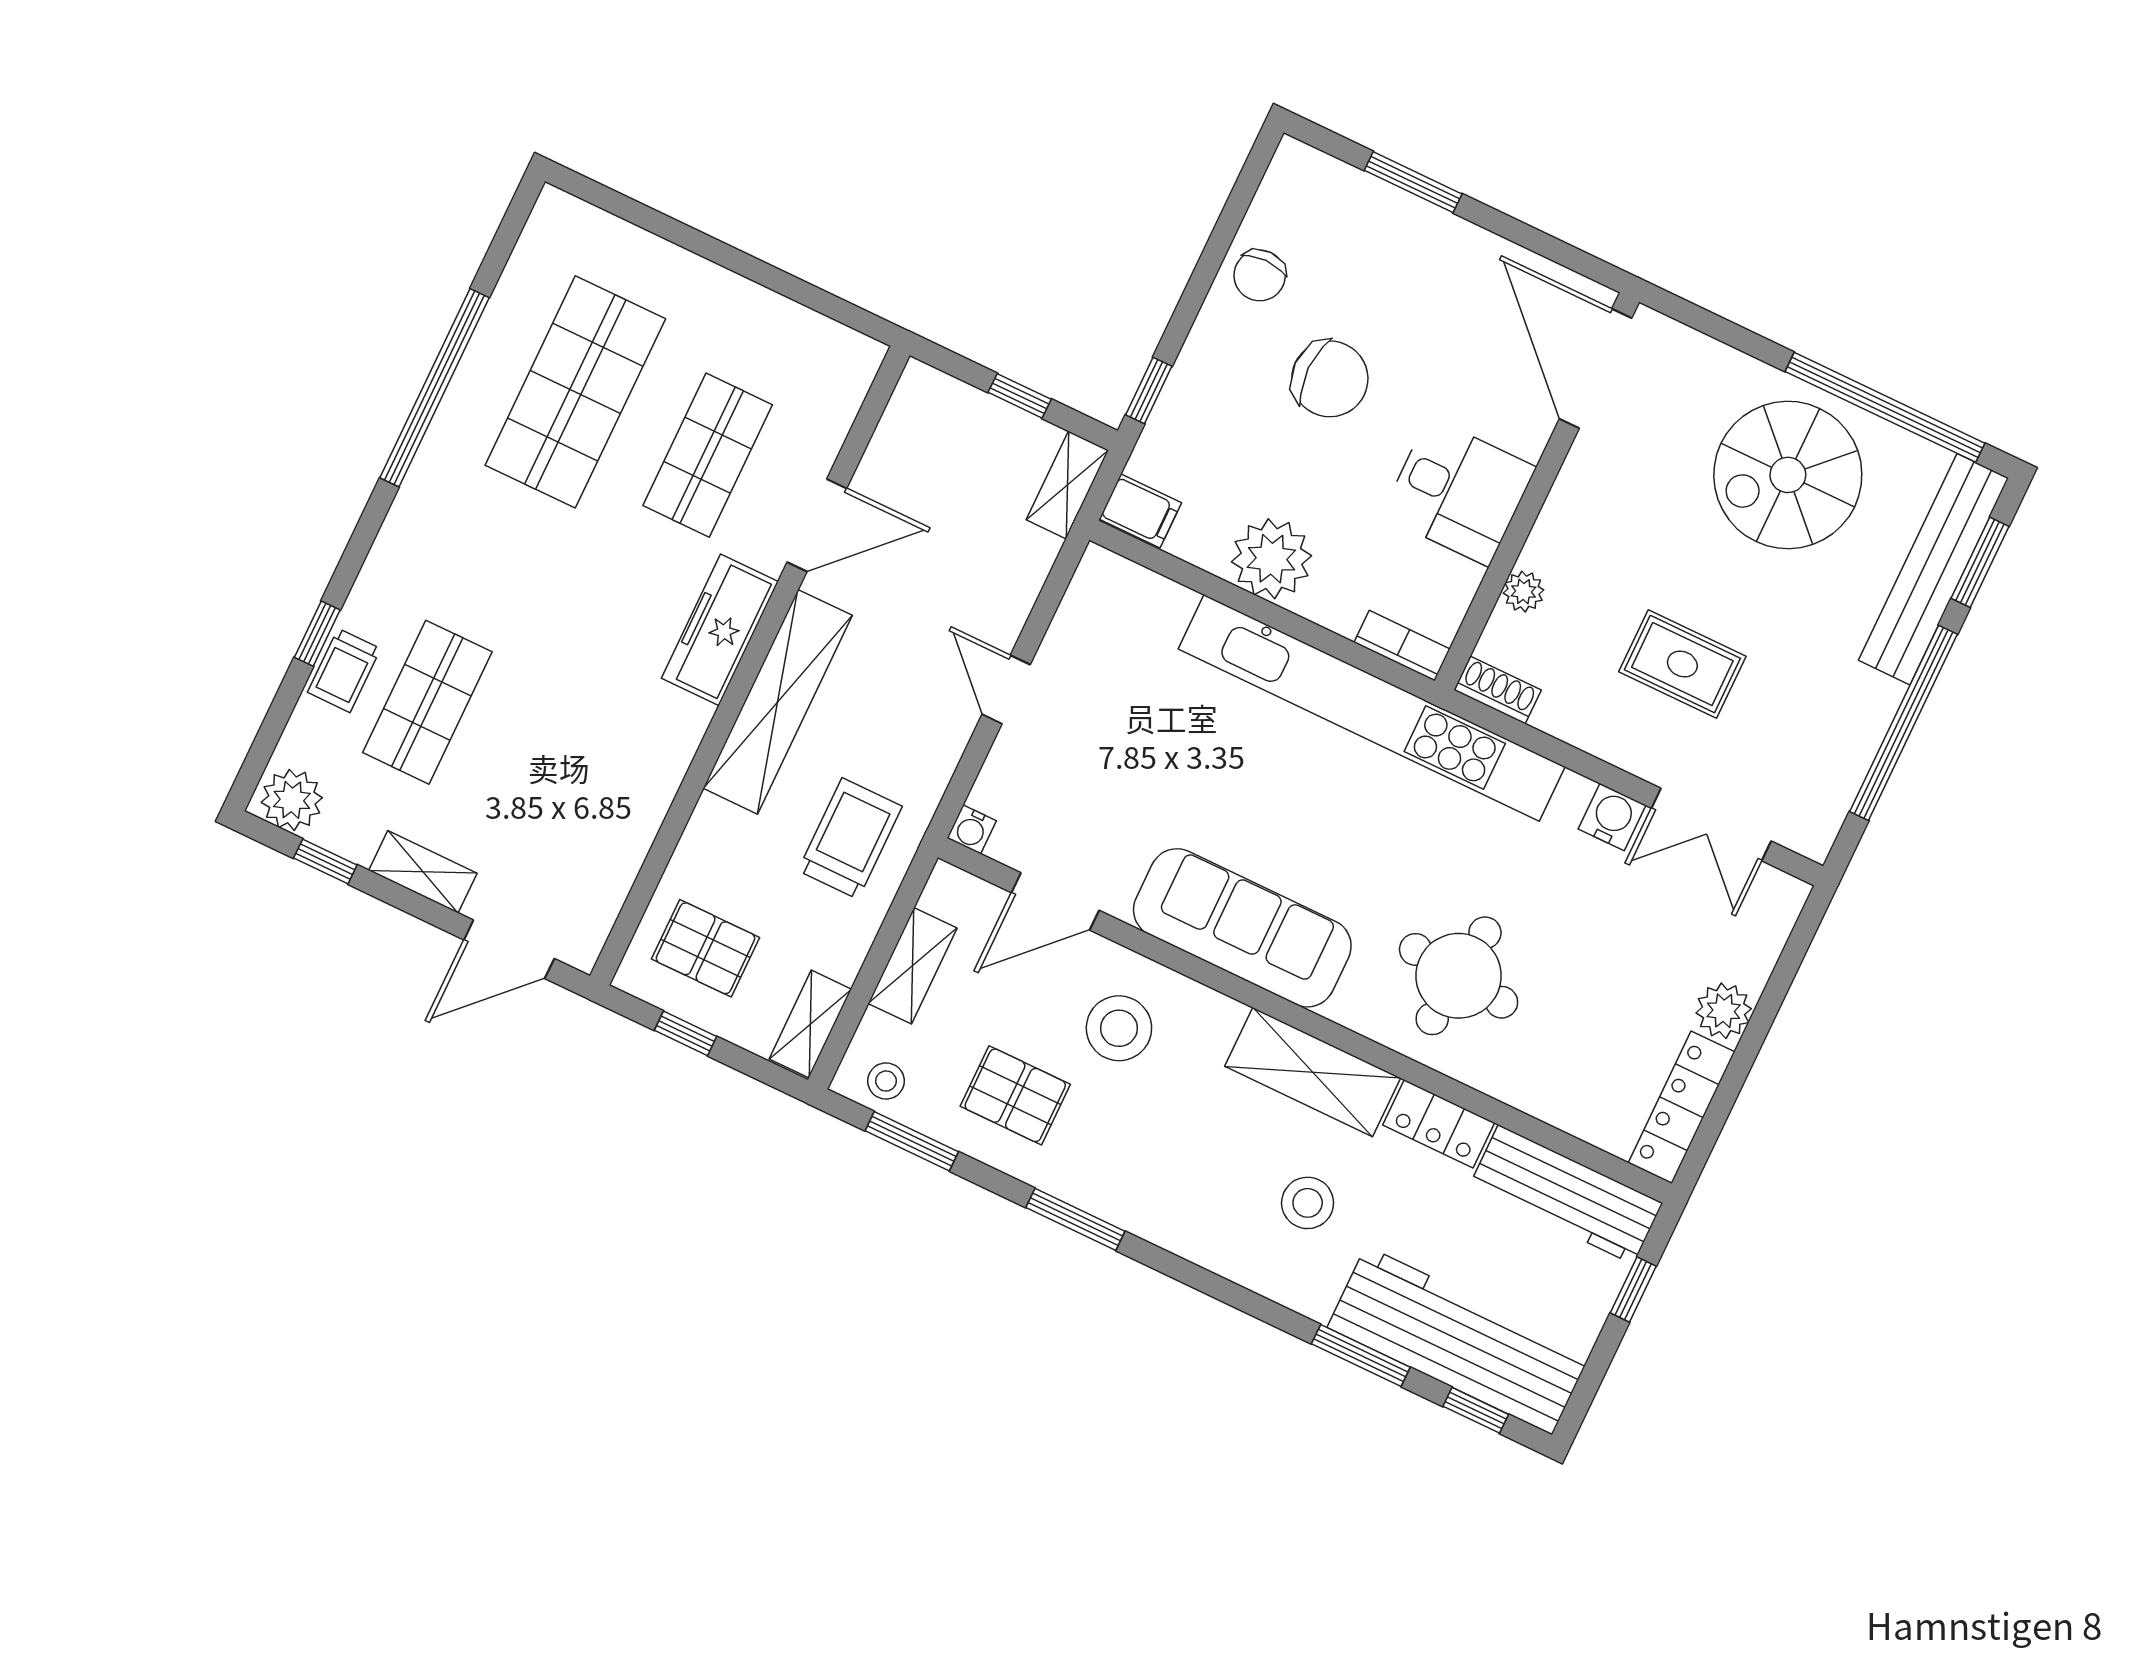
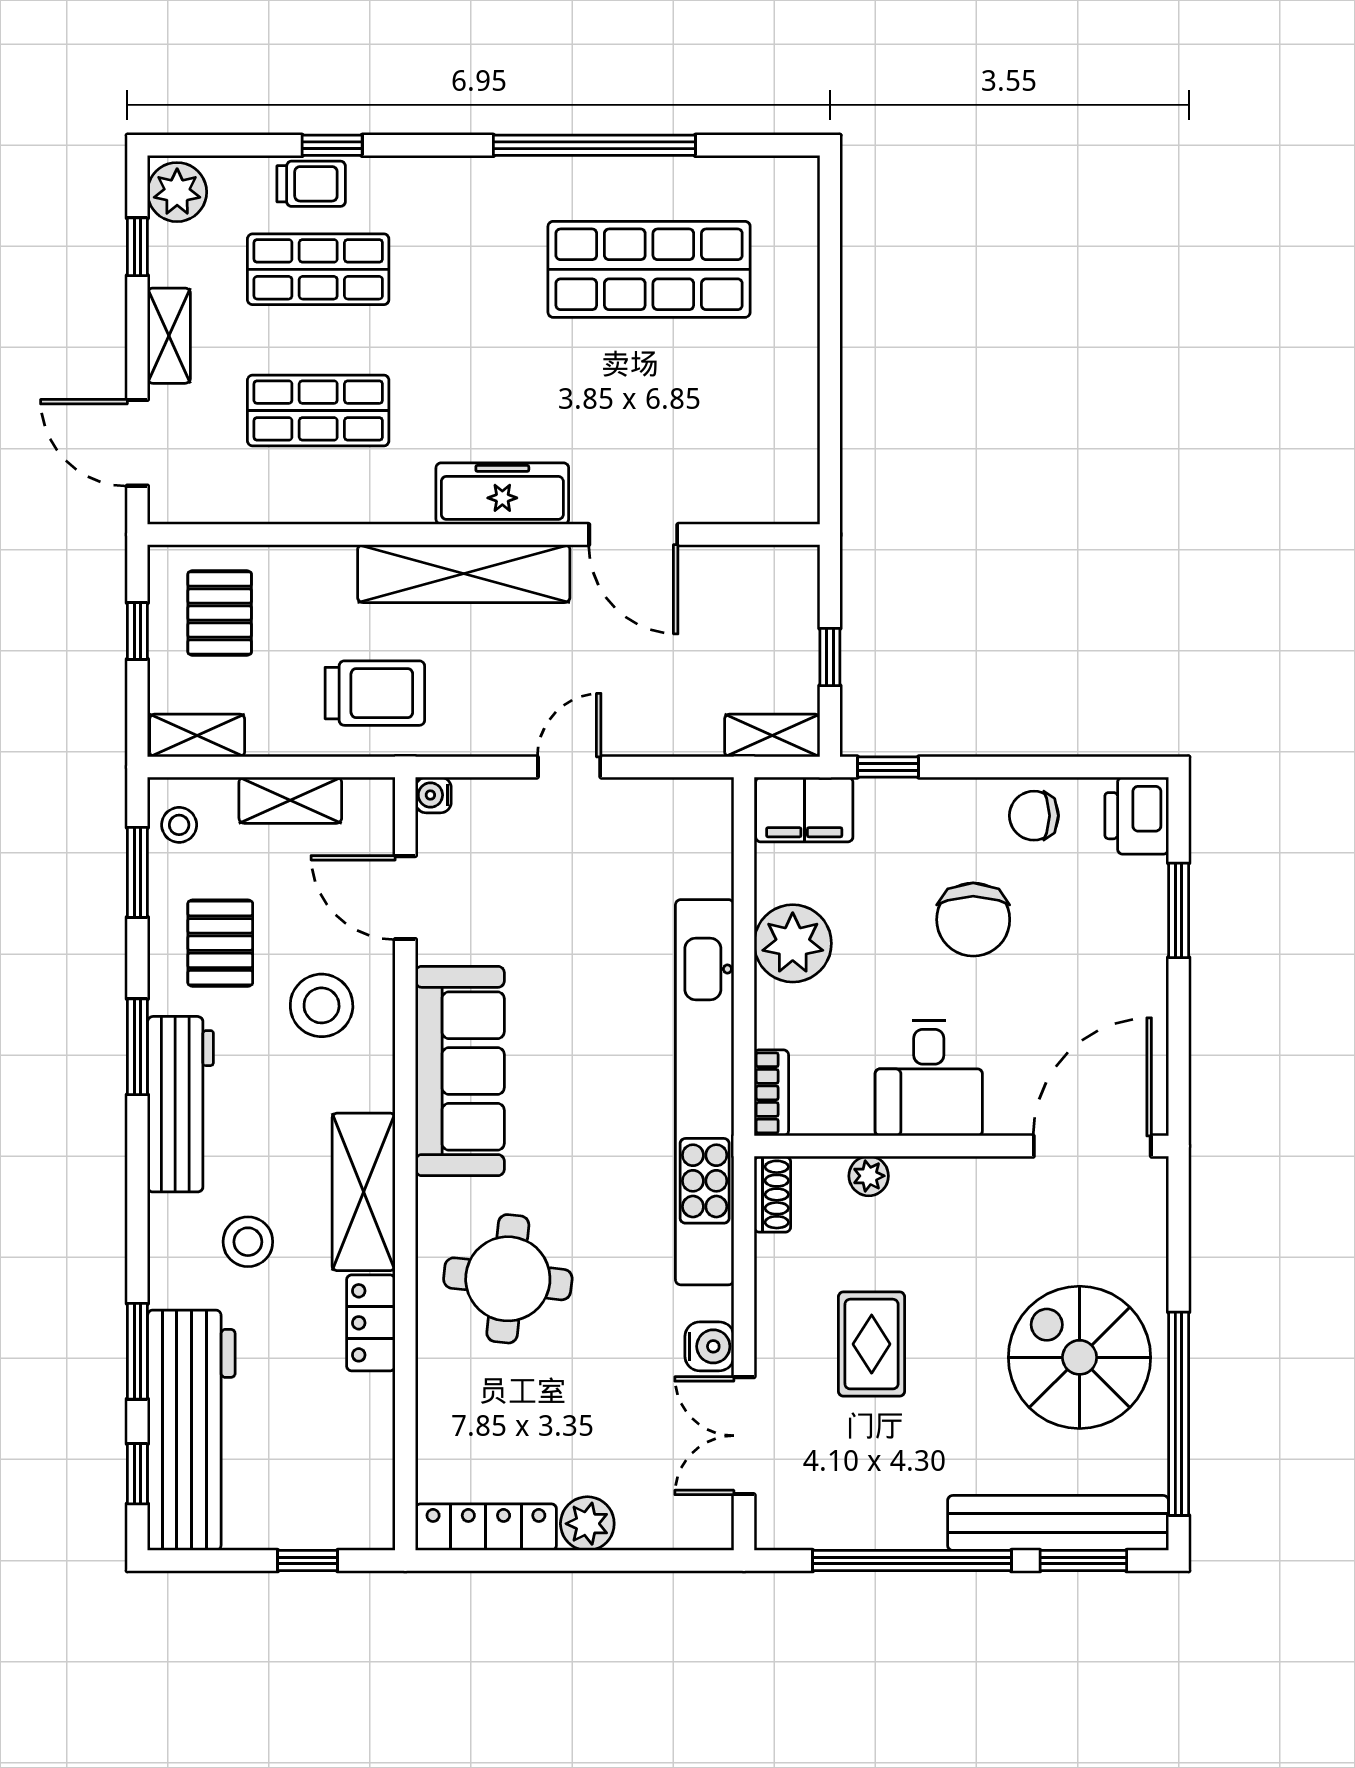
printer: (1306, 179) -> (1137, 816), added
shop shelf: (708, 455) -> (318, 410), moved
filing cabinet: (1140, 511) -> (804, 810), width x2.00
trolley: (344, 671) -> (311, 184), turned 180
workbench: (1566, 1195) -> (180, 1104), moved, turned 180

